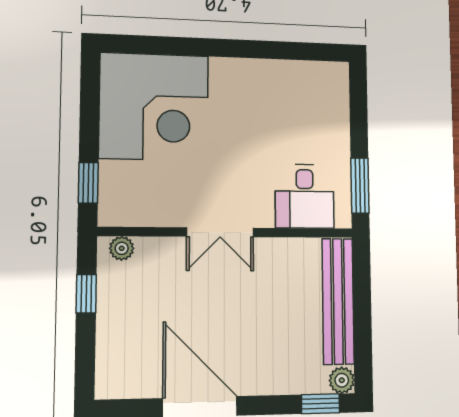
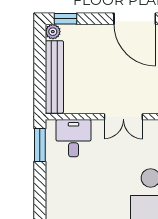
double door: (220, 232) -> (123, 117), swing flipped

